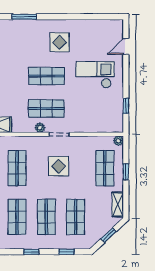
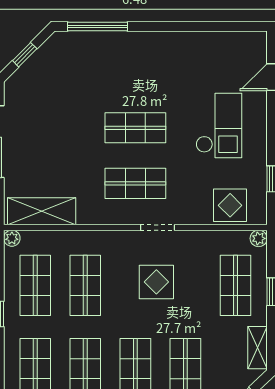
window: (24, 17) -> (98, 26), width x1.44
display table: (59, 42) -> (230, 205), moved
checkout: (95, 75) -> (219, 125), turned 90
plant: (40, 128) -> (124, 216), removed

